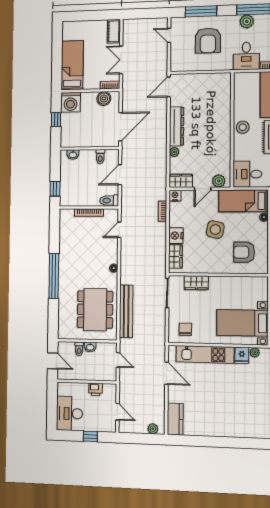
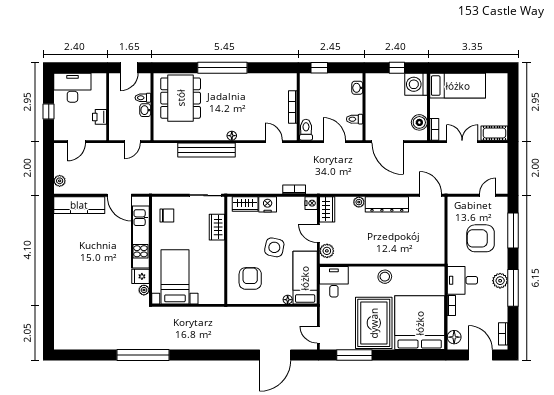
dining table: (95, 310) -> (181, 98), moved, turned 90
bench: (126, 311) -> (207, 150), moved
door: (167, 373) -> (119, 195), hinge flipped
kitchen counter: (175, 419) -> (79, 205), width x1.50

